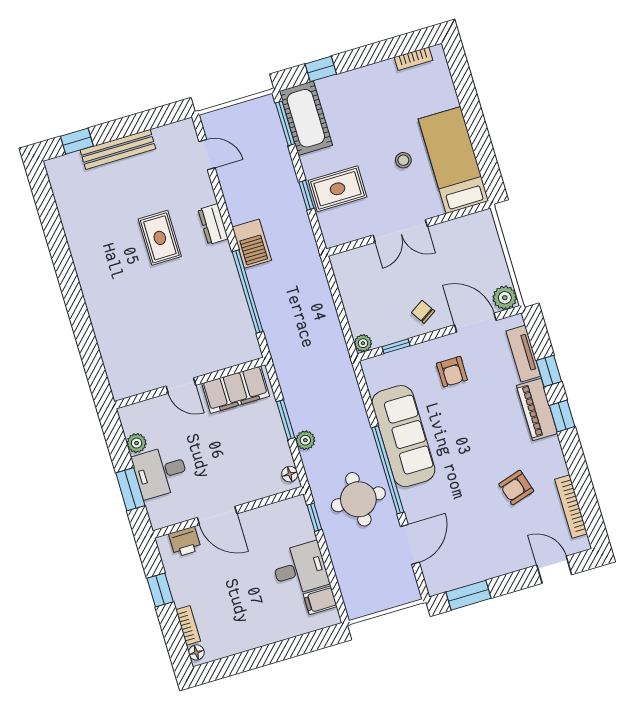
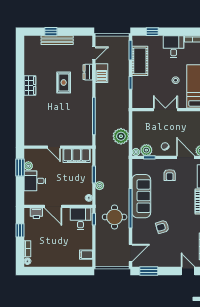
desk: (377, 88) -> (174, 47), added
cot: (306, 118) -> (140, 61), moved
window: (77, 141) -> (51, 32), moved
door: (207, 155) -> (94, 53), hinge flipped
rug: (338, 189) -> (144, 84), removed
dresser: (213, 224) -> (88, 72), moved
double door: (400, 231) -> (165, 110), swing flipped
barbecue: (252, 244) -> (102, 73), moved
wardrobe: (88, 266) -> (30, 86), added
plant: (320, 318) -> (121, 136), added
plant: (385, 332) -> (146, 150), added
armchair: (516, 488) -> (162, 227), moved
window: (130, 489) -> (20, 168), moved
door: (410, 544) -> (130, 253), moved
desk: (300, 569) -> (80, 219), moved, turned -90

